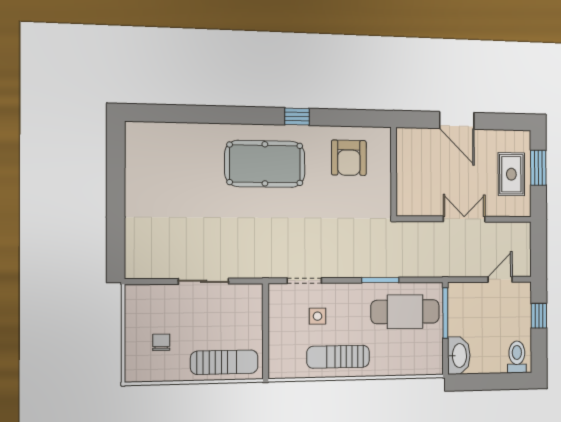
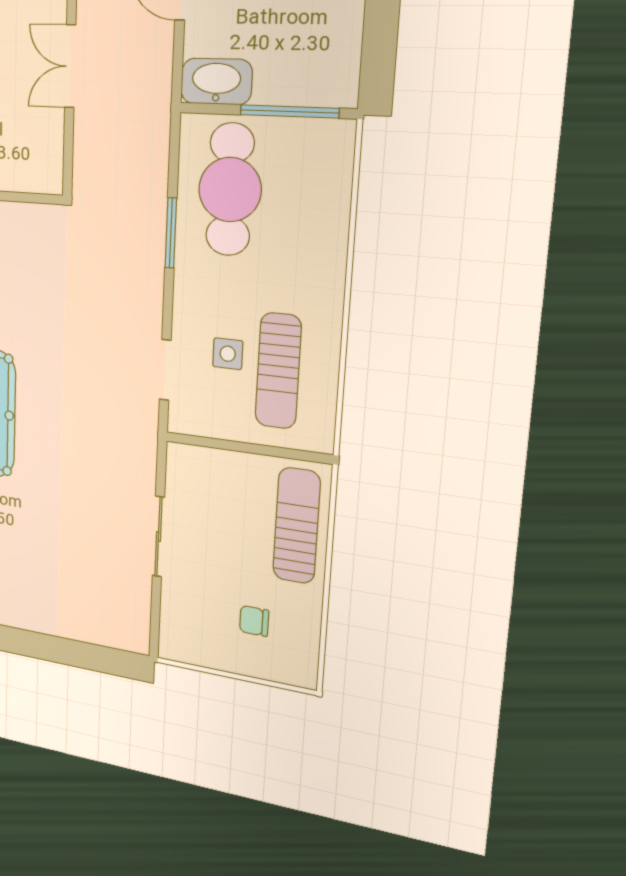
window: (445, 313) -> (289, 111), moved
washbasin: (459, 356) -> (216, 82), moved
sun lounger: (338, 357) -> (278, 371), moved

